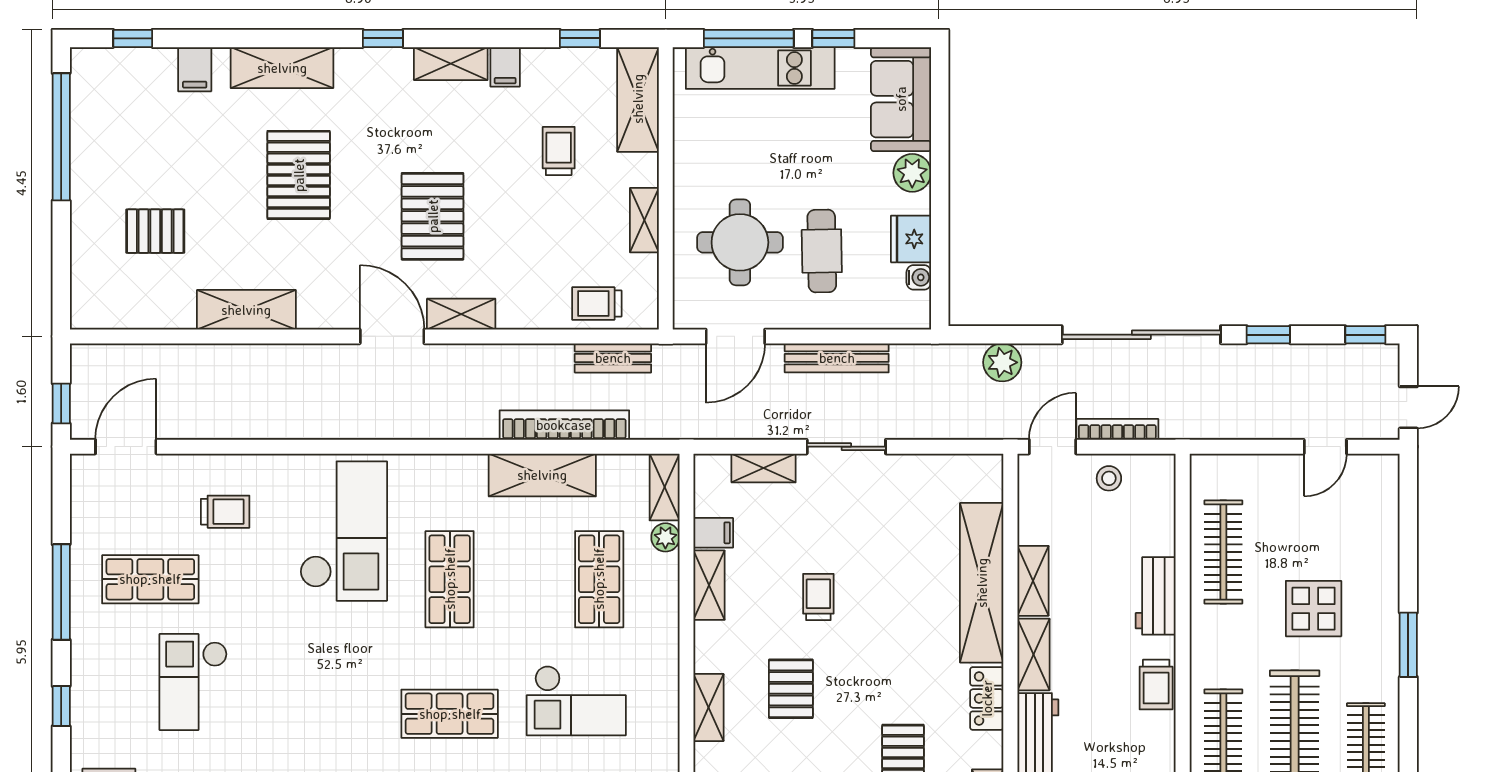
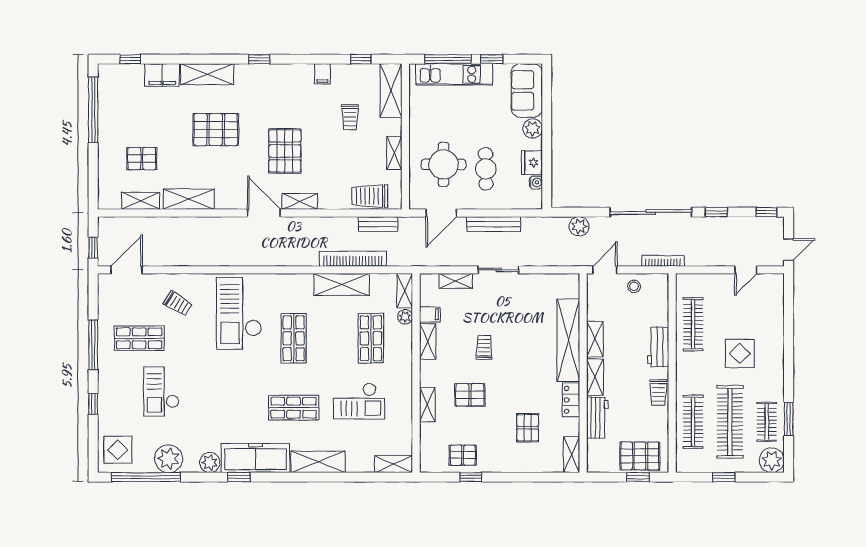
shelving: (451, 64) -> (140, 201), moved
filing cabinet: (195, 69) -> (162, 75), width x2.00
trolley: (559, 151) -> (350, 117), turned 180
pallet: (299, 175) -> (216, 130), turned 90
trolley: (597, 303) -> (370, 196), width x1.36, depth x1.39
bookcase: (1117, 429) -> (663, 261), moved
trolley: (225, 512) -> (178, 303), turned 32
checkout: (344, 531) -> (239, 313), turned 180
window: (1408, 645) -> (789, 419), moved
pallet: (791, 689) -> (470, 395), turned 90

